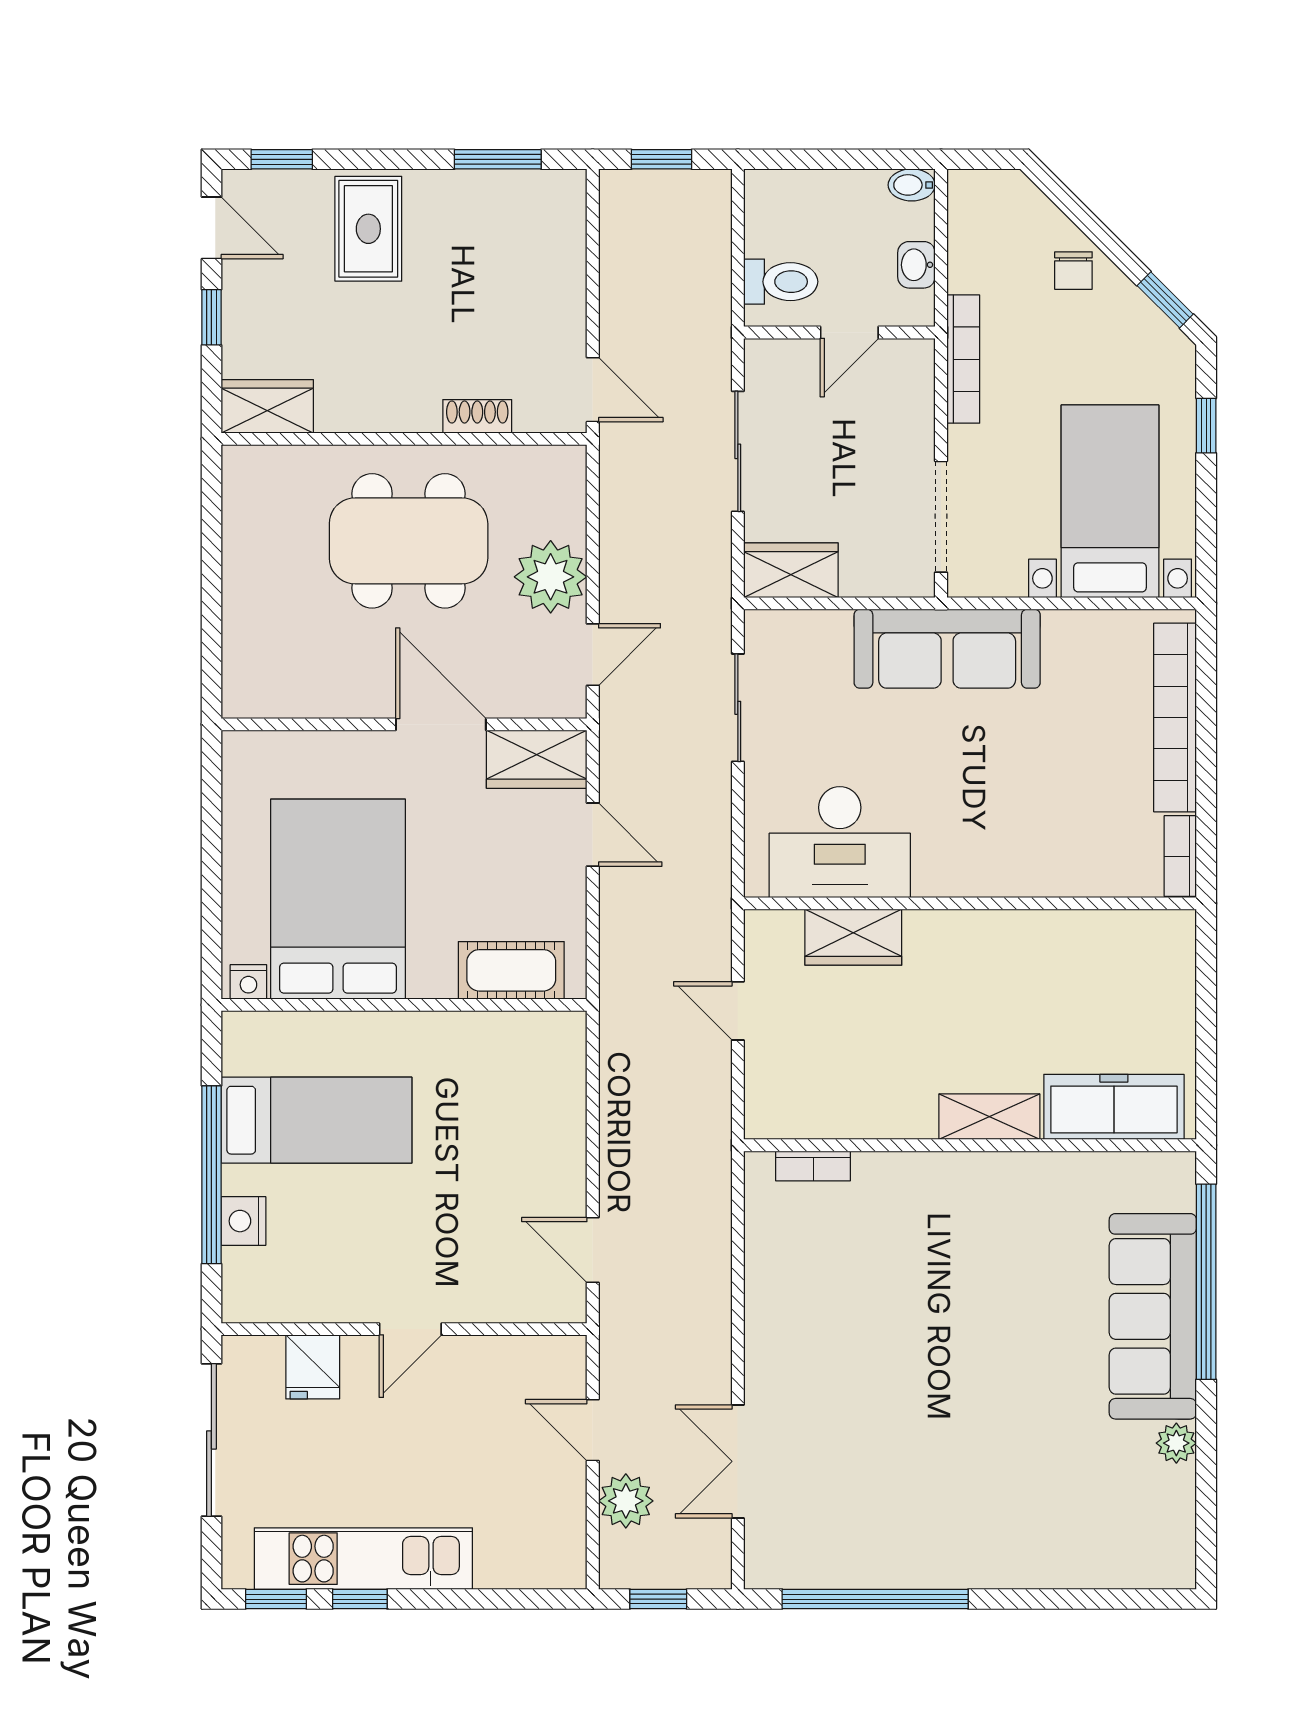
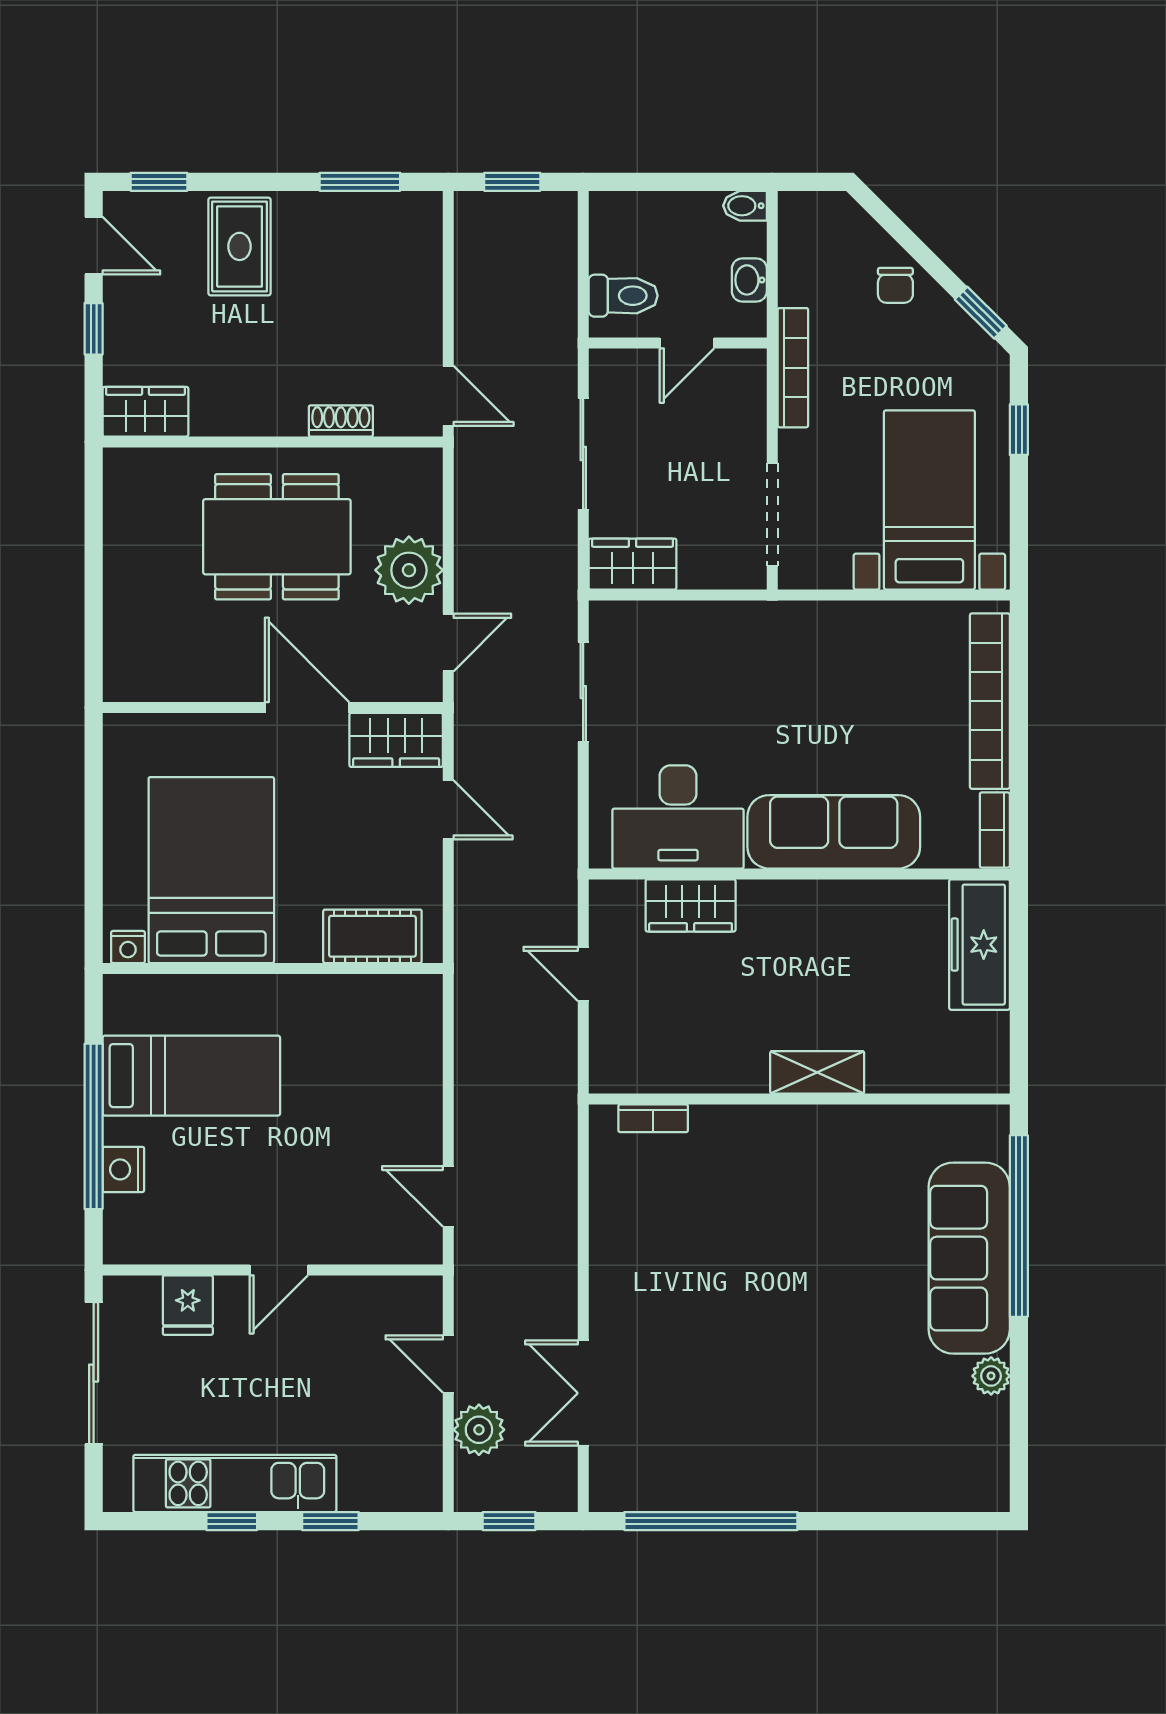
sofa: (947, 649) -> (834, 832), moved, turned 180
freezer: (1114, 1107) -> (980, 945), moved, turned -90
window: (276, 1599) -> (330, 1521), moved

